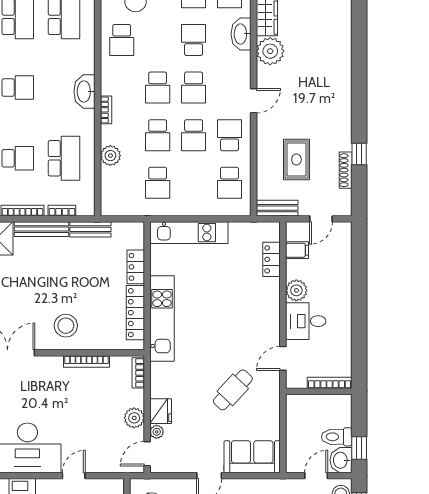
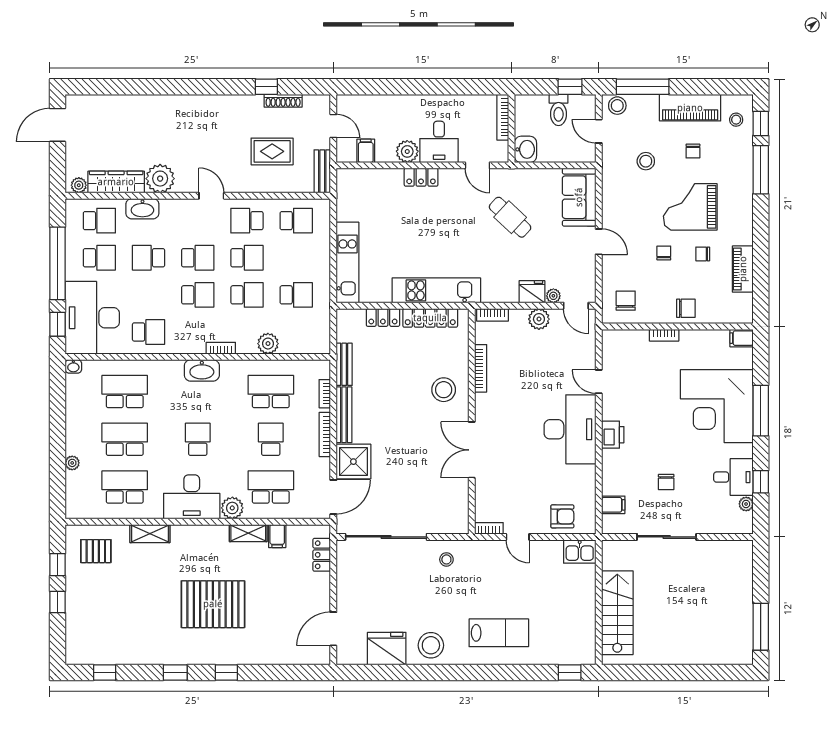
locker: (272, 259) -> (421, 177), moved
washbasin: (341, 460) -> (525, 149), moved, turned -90

